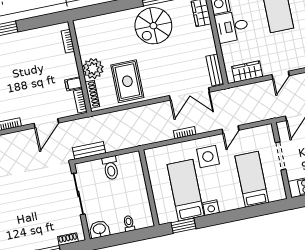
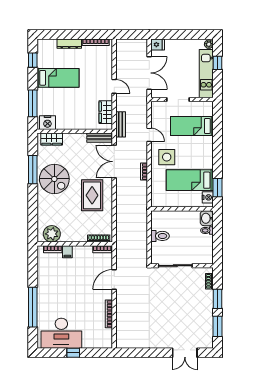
desk: (232, 27) -> (68, 117), removed
plant: (93, 69) -> (52, 234), moved
rug: (127, 81) -> (92, 195), moved, turned 90
filing cabinet: (73, 84) -> (67, 252), moved
double door: (189, 94) -> (114, 162), swing flipped
door: (46, 123) -> (114, 280), swing flipped
bench: (89, 150) -> (121, 124), moved
nightstand: (211, 208) -> (208, 197), moved
washbasin: (99, 229) -> (207, 218), moved

